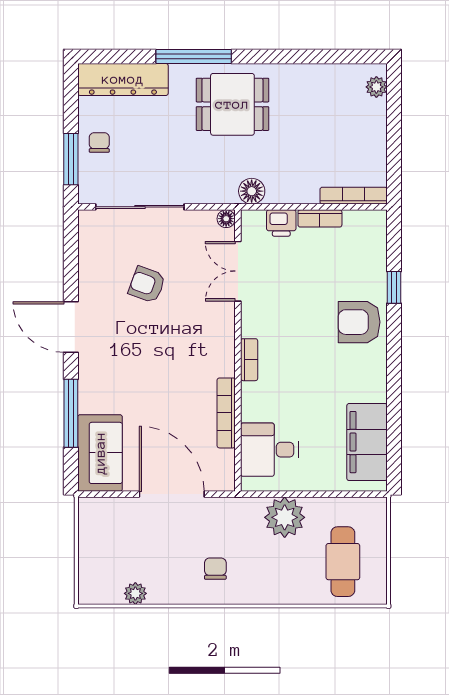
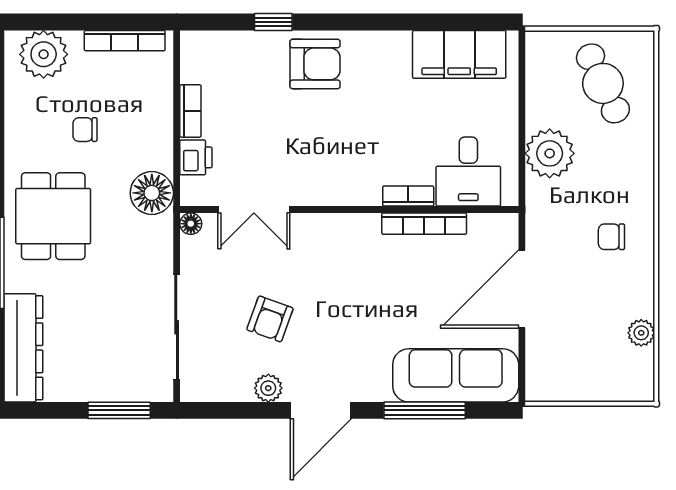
plant: (376, 87) -> (44, 54), width x1.88, depth x1.88
chair: (99, 143) -> (85, 130), moved
floor lamp: (252, 191) -> (152, 193), width x1.38, depth x1.38
bookcase: (354, 196) -> (125, 41), moved, turned -90
plant: (89, 283) -> (268, 388), added
armchair: (359, 322) -> (315, 64), turned -90
bookcase: (249, 360) -> (408, 196), moved
sofa: (100, 453) -> (456, 375), width x1.36
cafe table: (343, 562) -> (603, 83), turned 65

